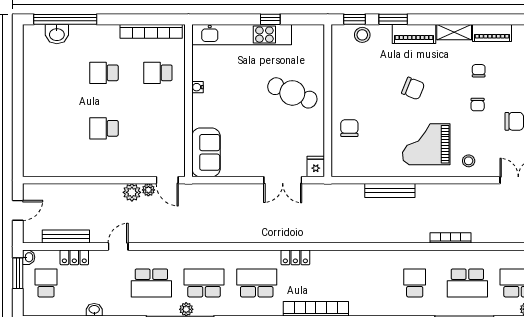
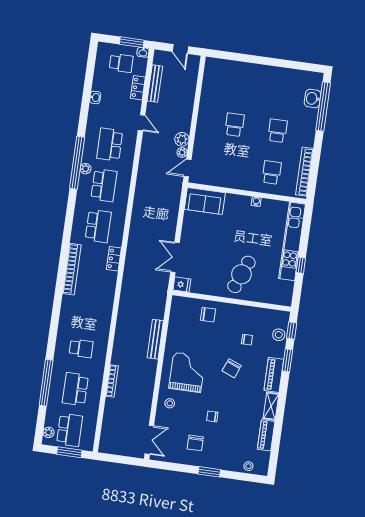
chair: (479, 71) -> (247, 340), moved

